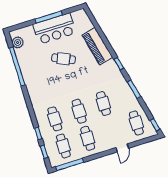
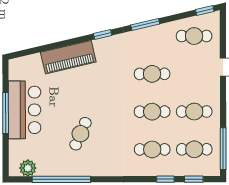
cafe table: (64, 59) -> (80, 134), moved

